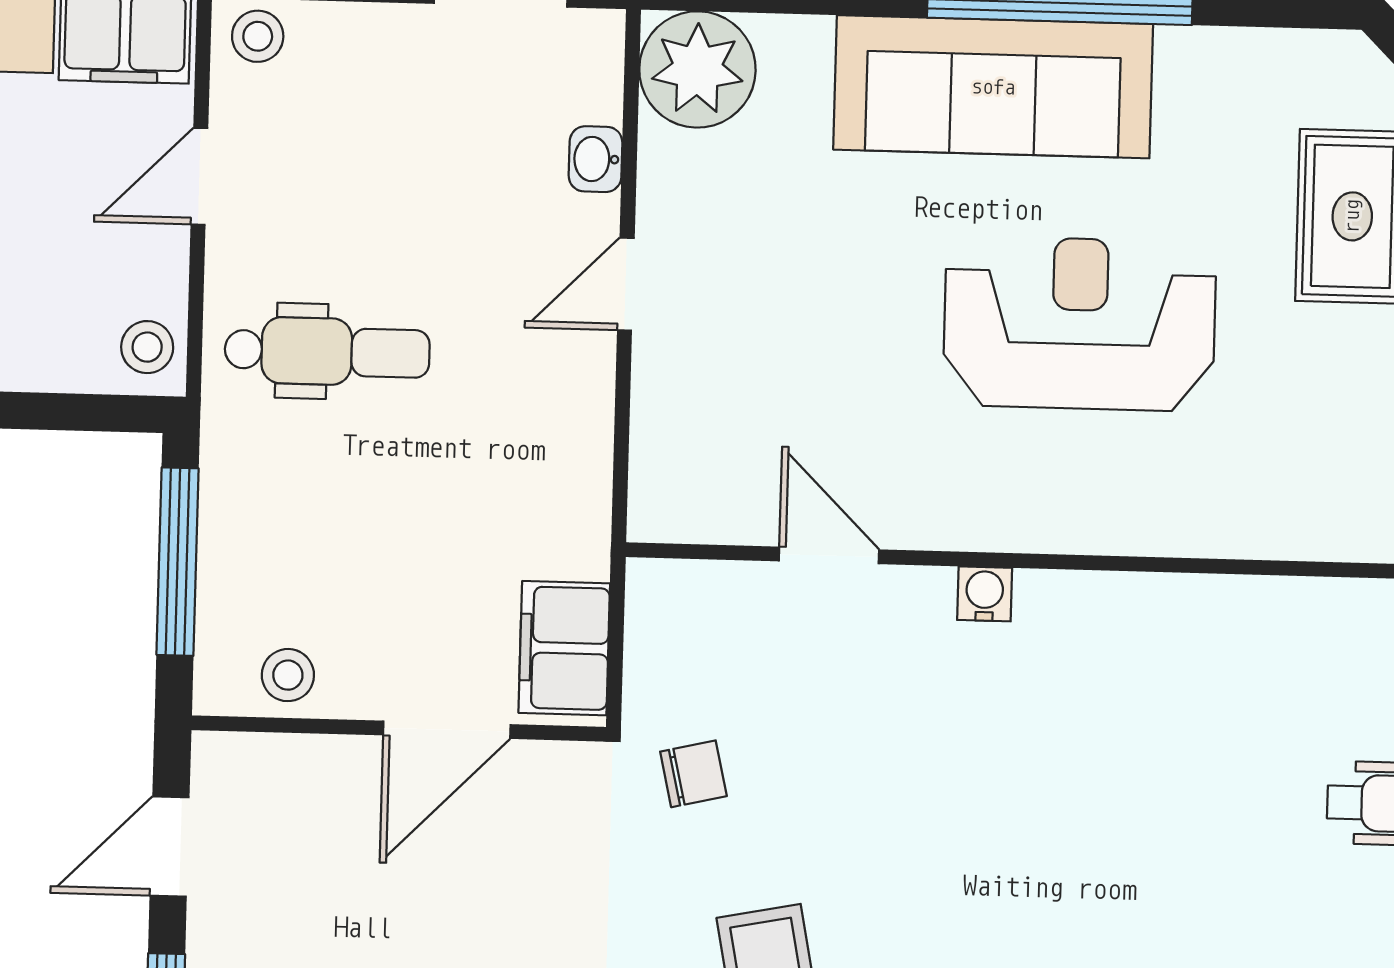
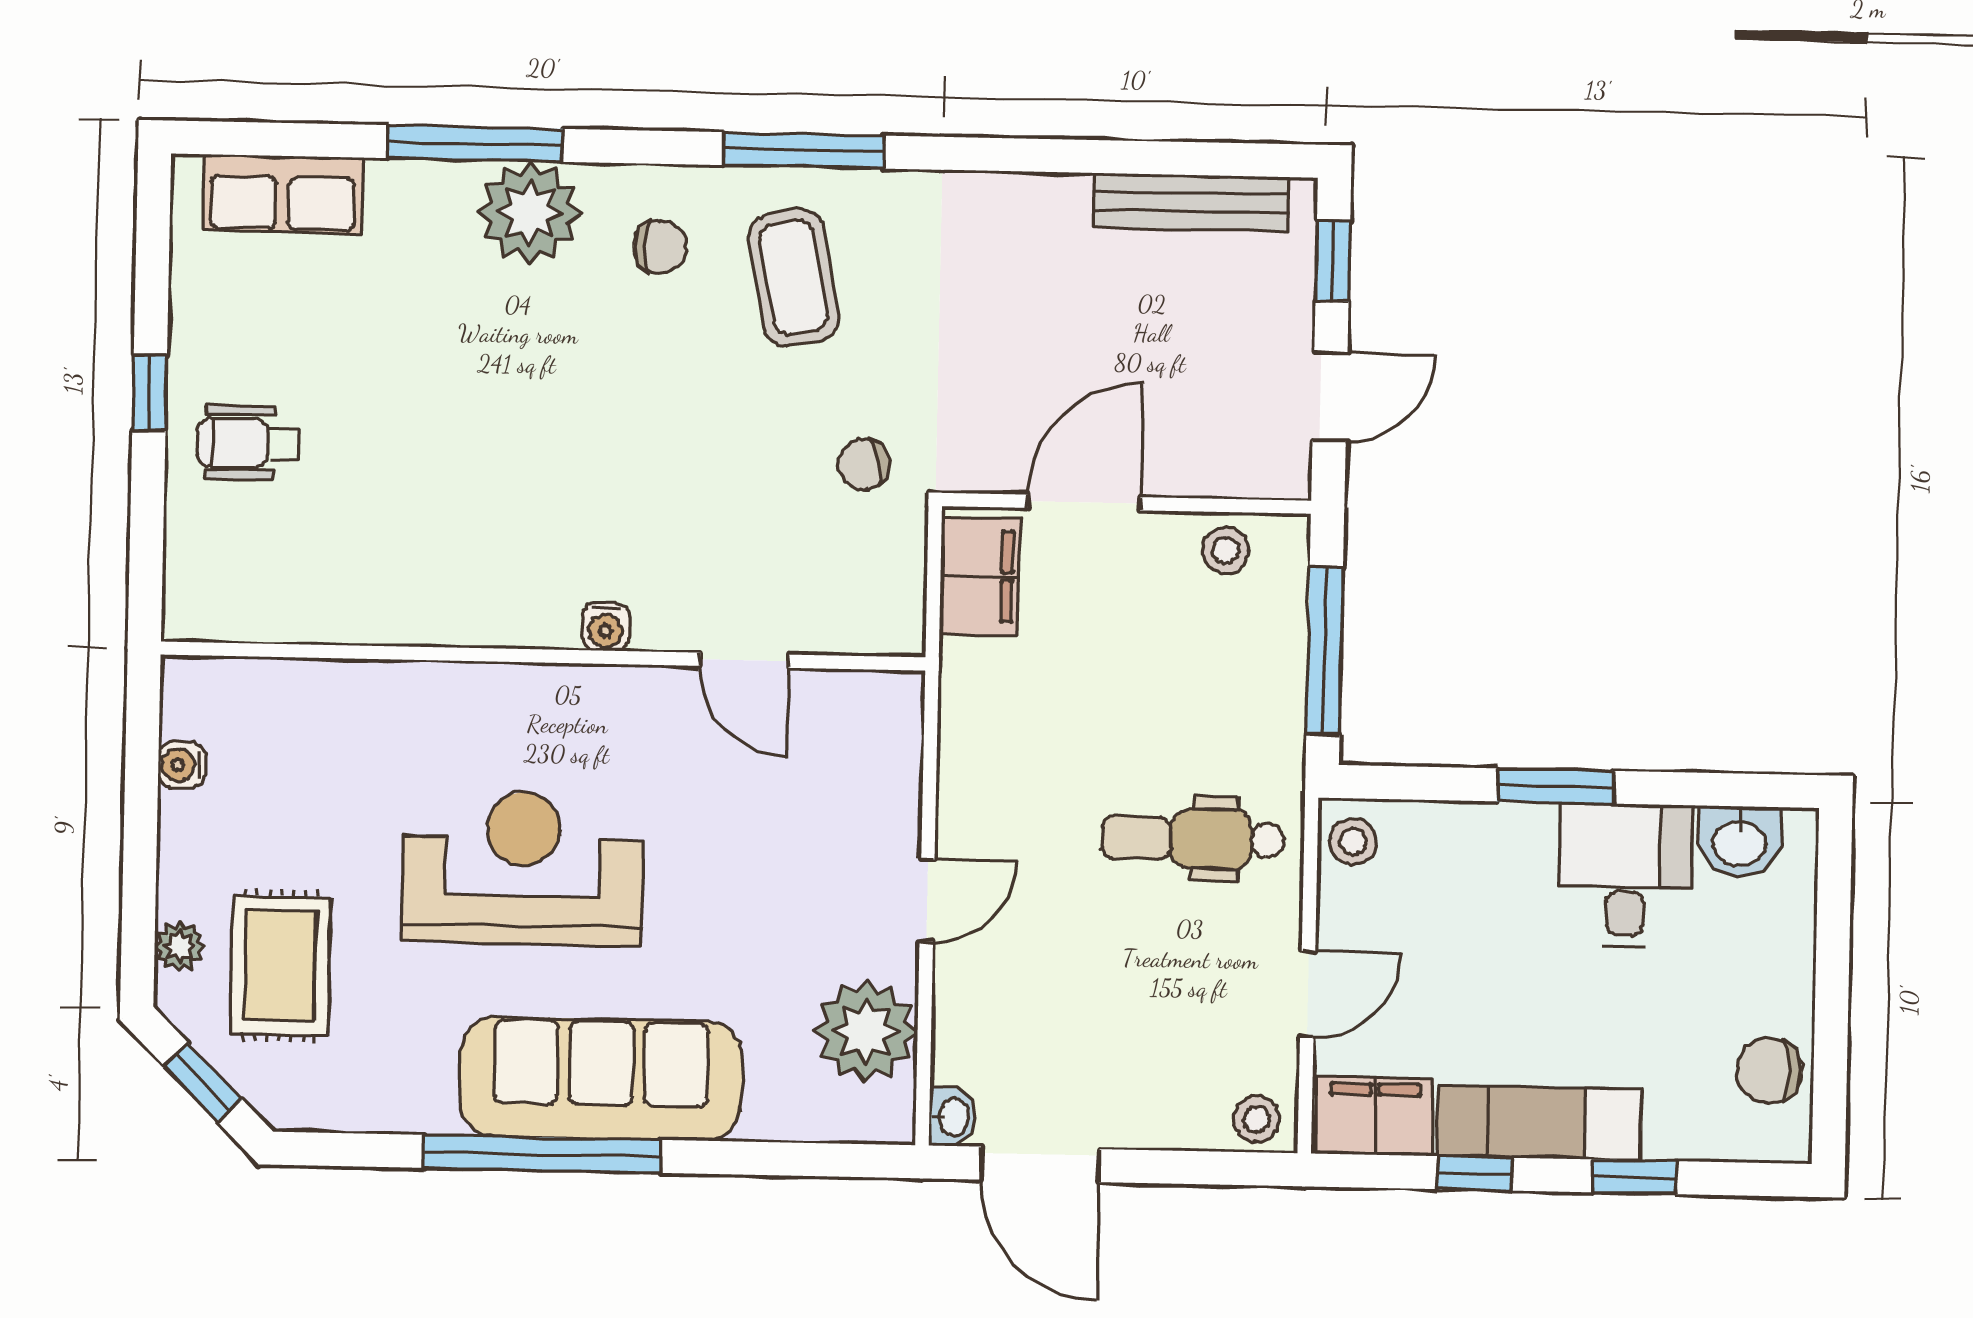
plant: (697, 69) -> (866, 1031), moved
washbasin: (596, 159) -> (953, 1117), moved
reception desk: (1079, 324) -> (523, 868), turned 180

